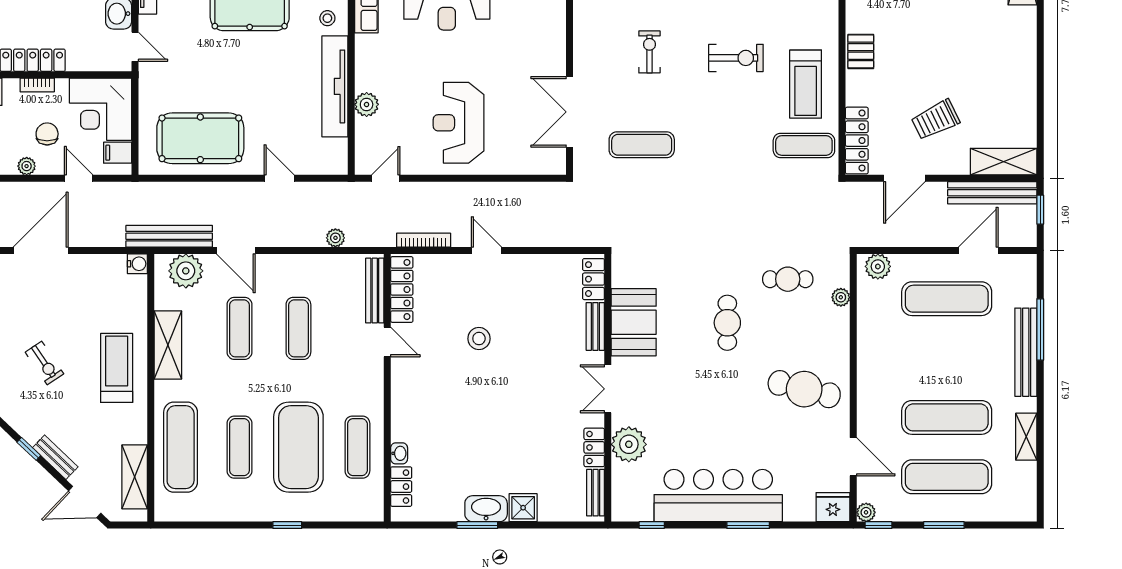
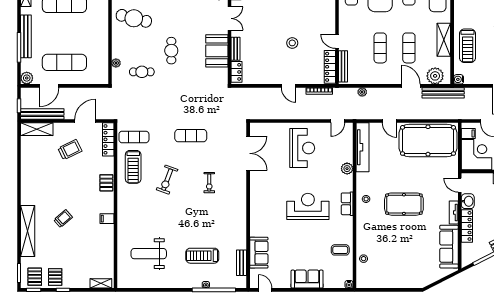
exercise bike: (736, 58) -> (167, 180), turned -70
treadmill: (806, 84) -> (133, 167), turned 180
tv unit: (335, 86) -> (362, 147), moved
plant: (367, 104) -> (347, 169), moved
pool table: (200, 138) -> (428, 140), width x1.36, depth x1.32
exercise mat: (642, 145) -> (191, 136), moved
plant: (878, 266) -> (27, 78), moved
treadmill: (117, 368) -> (468, 46), moved

